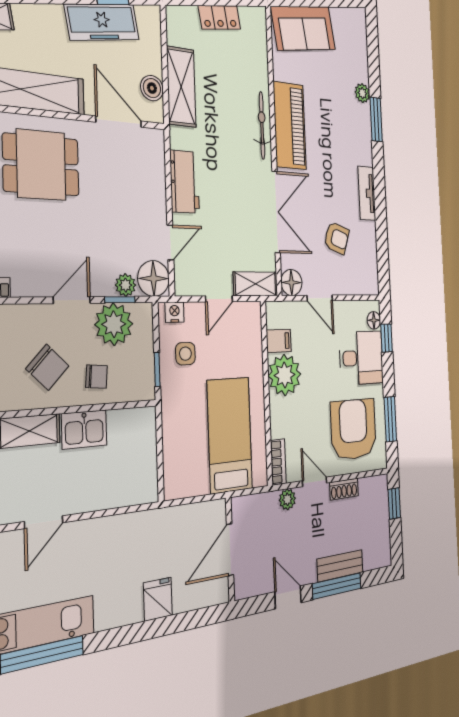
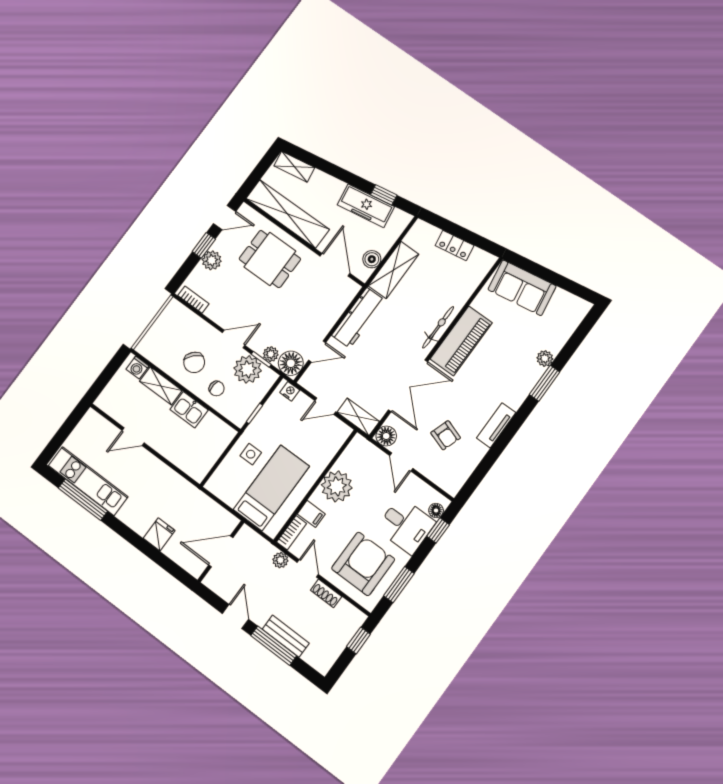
workbench: (185, 182) -> (358, 318), width x1.38
filing cabinet: (279, 341) -> (311, 514), moved
side table: (185, 354) -> (251, 454), moved

